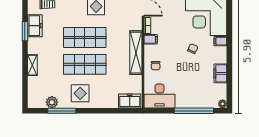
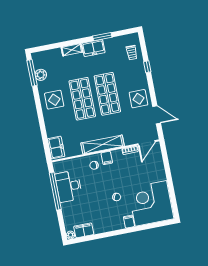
freezer: (35, 26) -> (93, 48), moved
filing cabinet: (151, 39) -> (107, 158), moved
filing cabinet: (220, 73) -> (84, 230), moved
desk: (160, 96) -> (69, 186), moved
window: (62, 111) -> (32, 73), moved
window: (194, 111) -> (55, 191), moved

